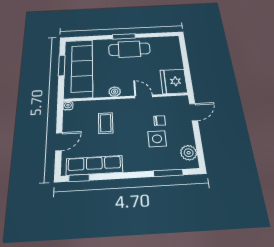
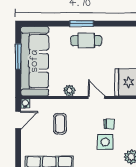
cafe table: (129, 49) -> (86, 41), width x0.73, depth x0.74
door: (59, 142) -> (18, 120), moved

